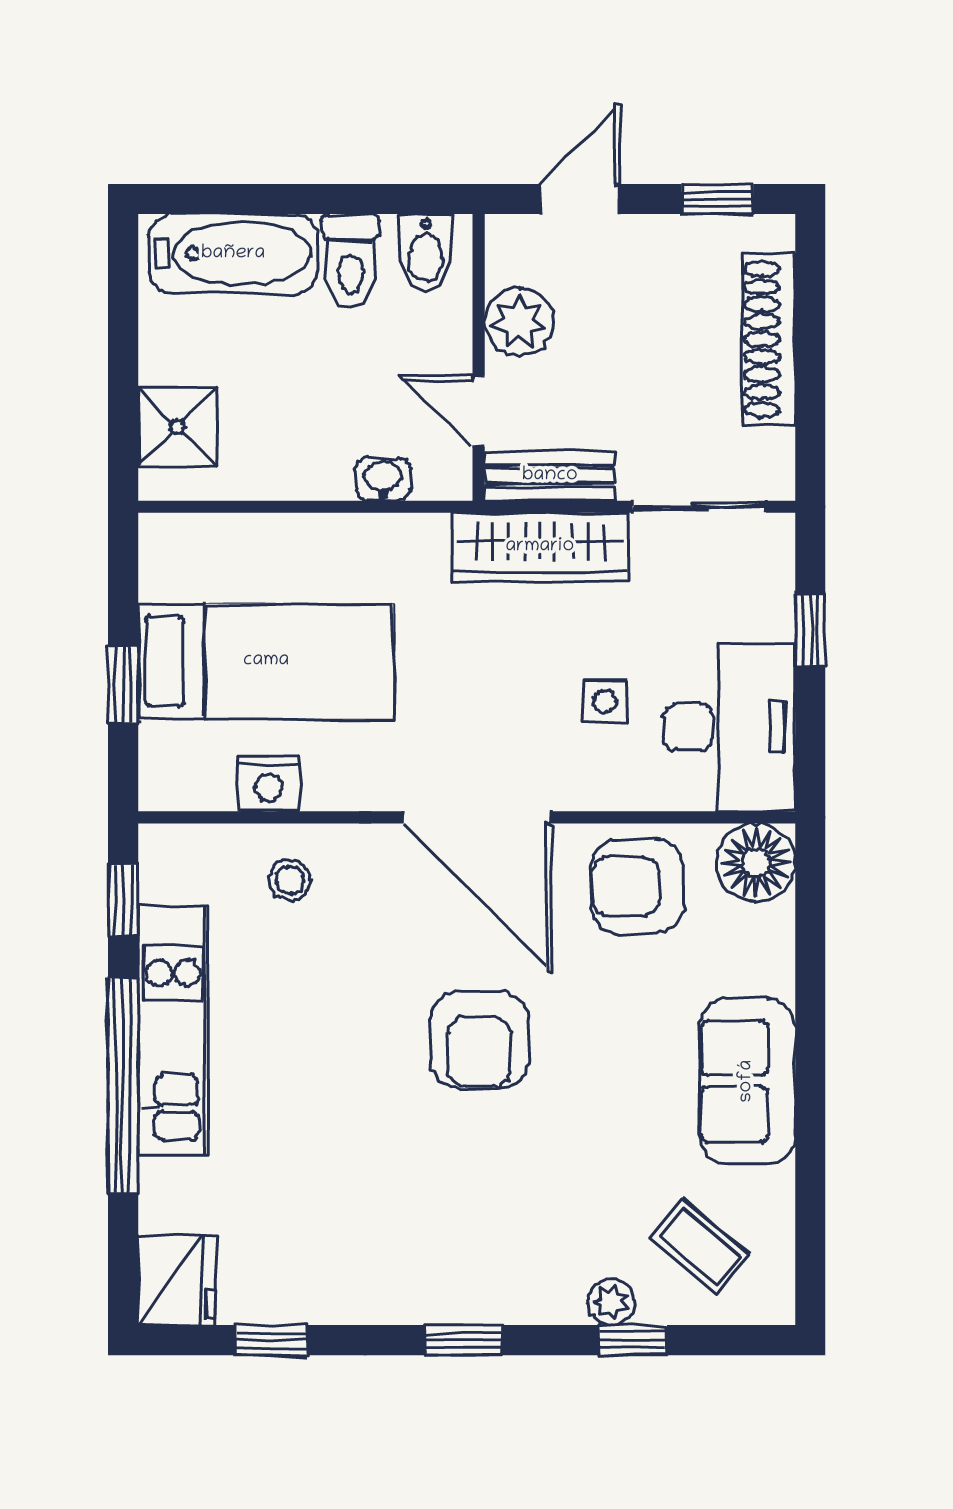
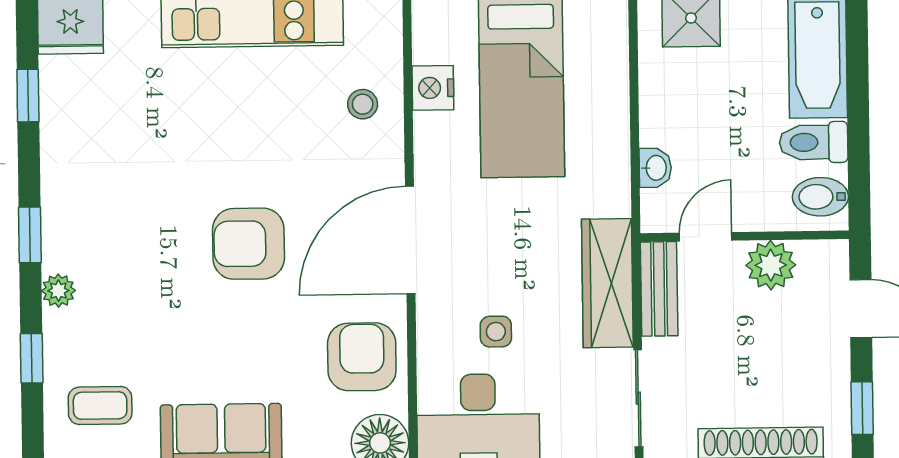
coffee table: (699, 1247) -> (100, 406), turned 50
plant: (611, 1302) -> (58, 291), moved

